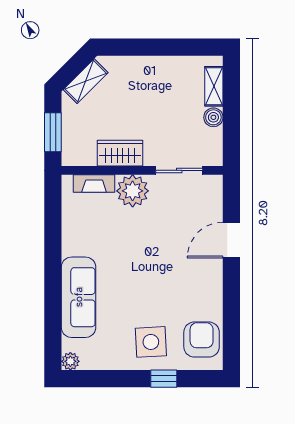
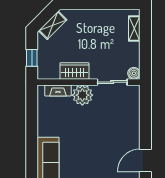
boiler: (213, 117) -> (134, 73), moved
window: (53, 132) -> (32, 58), width x0.67
door: (231, 240) -> (145, 160), moved

